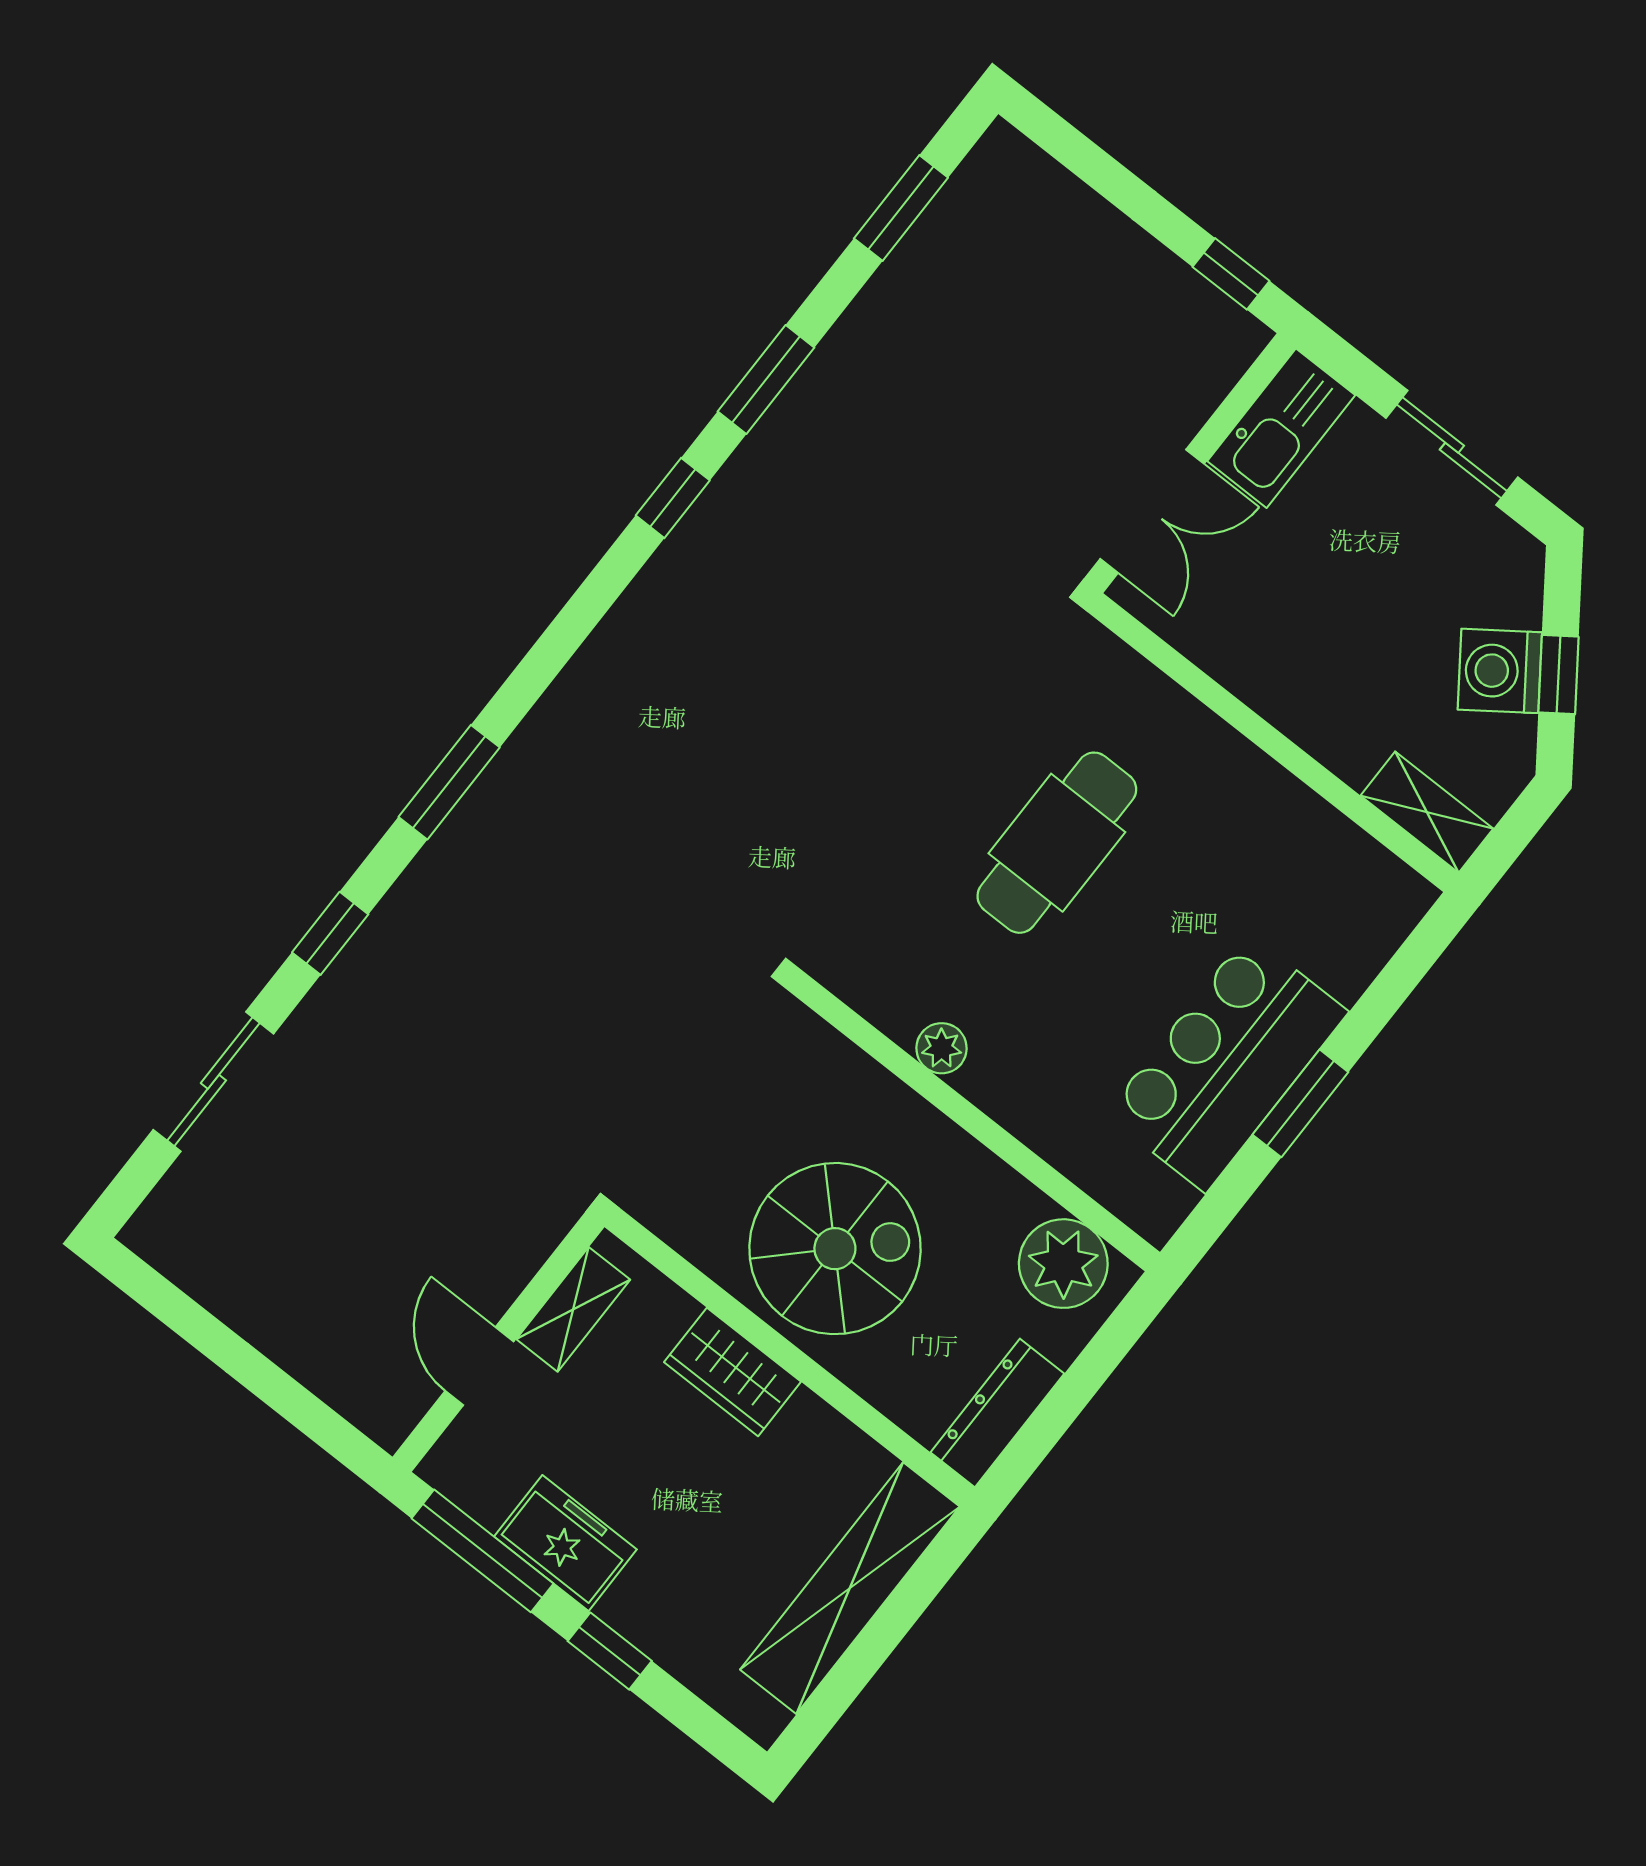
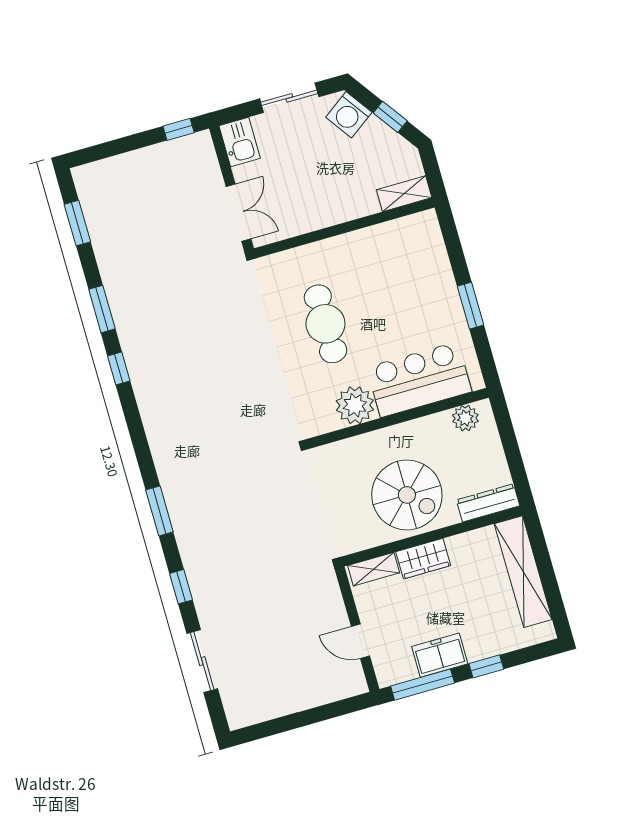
kitchen sink: (1281, 428) -> (240, 142), width x0.73
washing machine: (1500, 671) -> (349, 115), moved
plant: (942, 1048) -> (355, 405), width x1.87, depth x1.87
bar counter: (1227, 1063) -> (419, 380), moved, turned 90
spiral stairs: (835, 1249) -> (407, 495), turned 90
plant: (1063, 1264) -> (465, 418), width x0.73, depth x0.73
shelving: (573, 1309) -> (374, 569), moved, turned 90
dresser: (997, 1413) -> (488, 503), moved, turned 90

